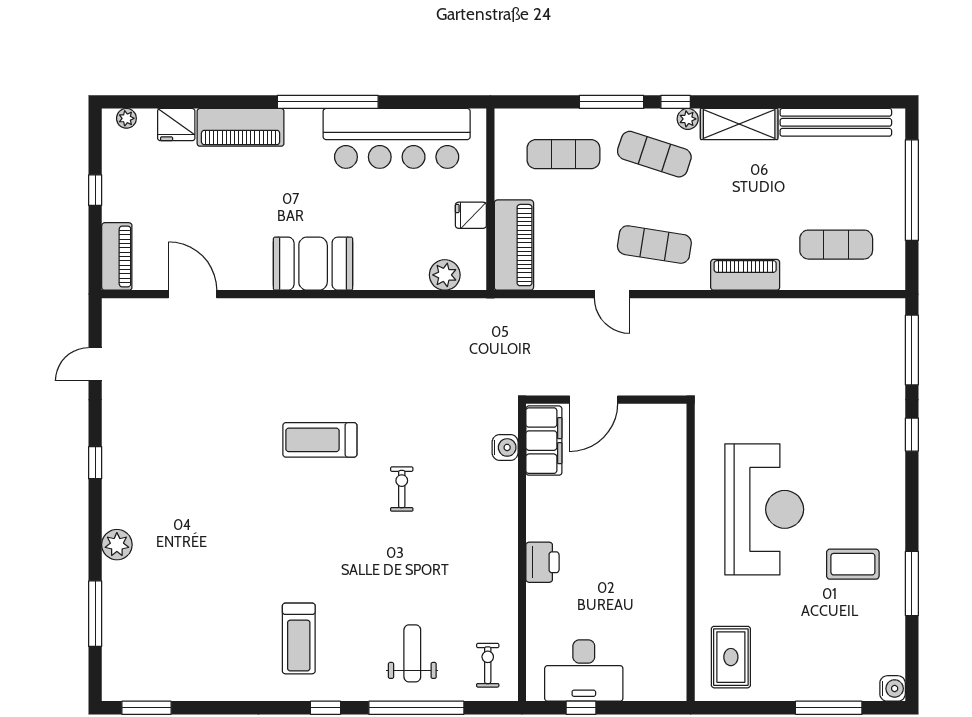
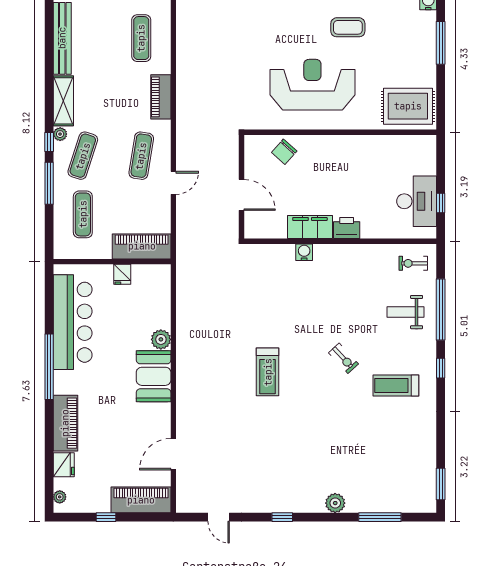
piano: (117, 256) -> (141, 500), width x1.37, depth x1.33
plant: (445, 275) -> (161, 339), moved
filing cabinet: (544, 441) -> (310, 227), moved
water cooler: (505, 447) -> (304, 252), moved
chair: (660, 466) -> (284, 152), added
exercise bike: (402, 489) -> (343, 358), moved, turned -133
coffee table: (853, 564) -> (348, 27), turned 90
treadmill: (299, 638) -> (396, 386), turned 180
rug: (731, 657) -> (408, 106), width x1.36, depth x1.43

